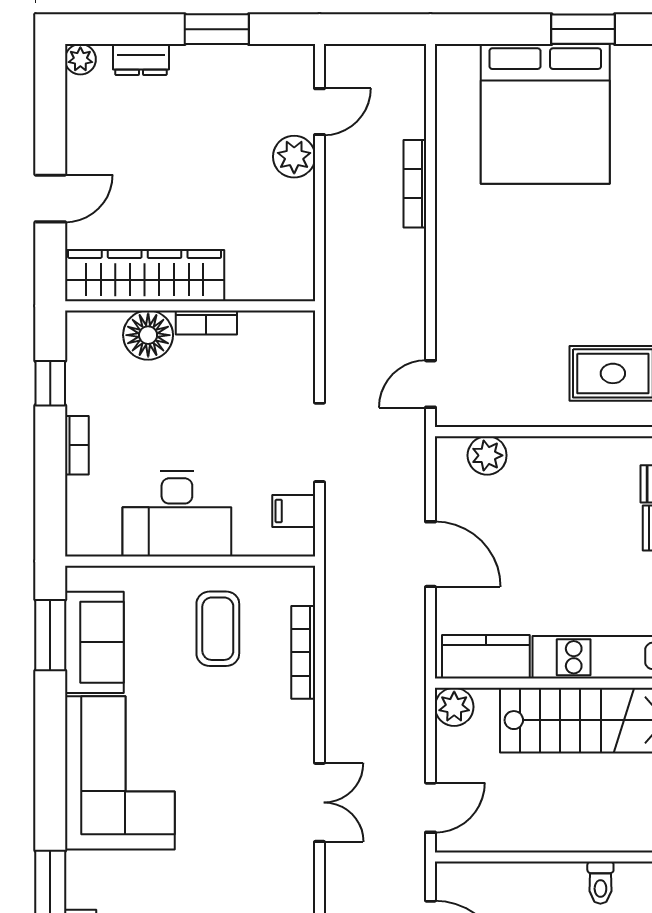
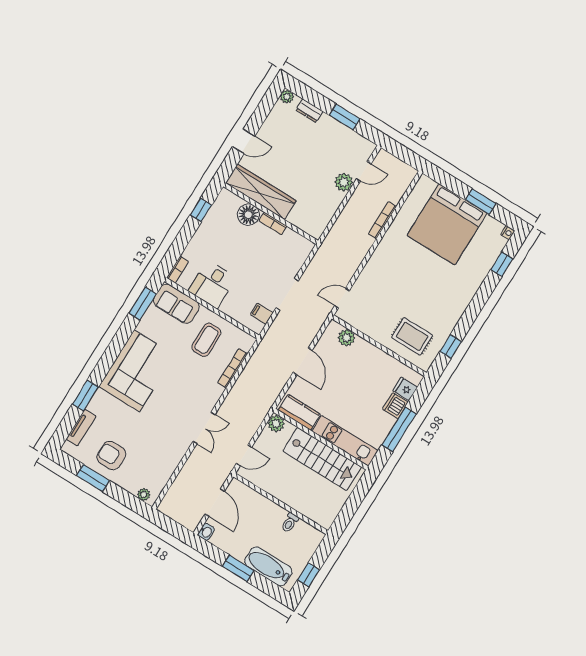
bookcase: (77, 445) -> (177, 270), moved
desk: (177, 514) -> (212, 284), width x0.73
sofa: (94, 642) -> (176, 304), moved, turned 90

